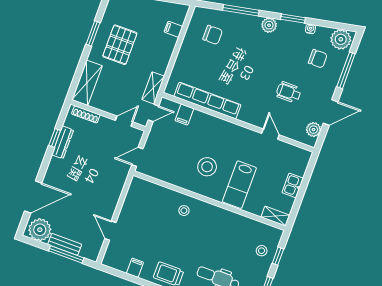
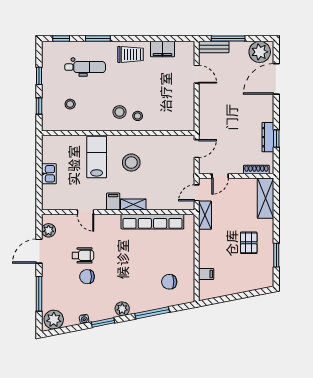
window: (93, 34) -> (276, 255), moved
pallet: (120, 45) -> (249, 243), width x0.67, depth x0.71
chair: (318, 59) -> (87, 277), moved
filing cabinet: (184, 115) -> (113, 202), moved
shelving: (275, 216) -> (133, 204), moved
stool: (200, 221) -> (120, 112), added
bench: (65, 244) -> (214, 47), moved
stool: (262, 251) -> (70, 104), moved
filing cabinet: (135, 268) -> (163, 49), width x2.00

